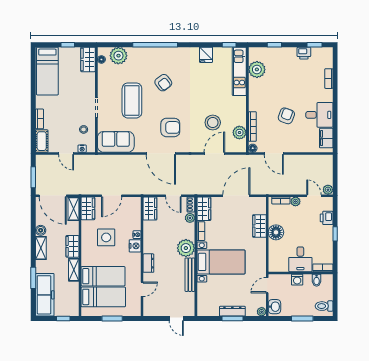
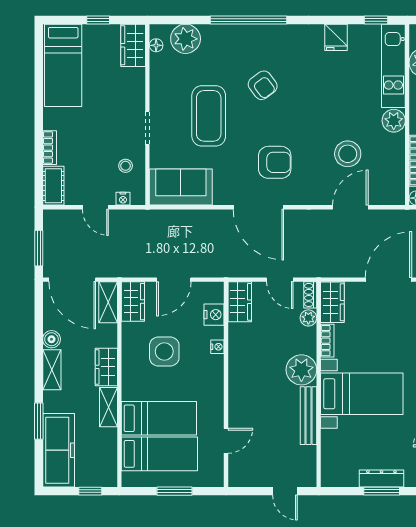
plant: (239, 133) -> (394, 121), moved
nightstand: (135, 246) -> (214, 315), moved
dresser: (148, 263) -> (237, 396), removed

